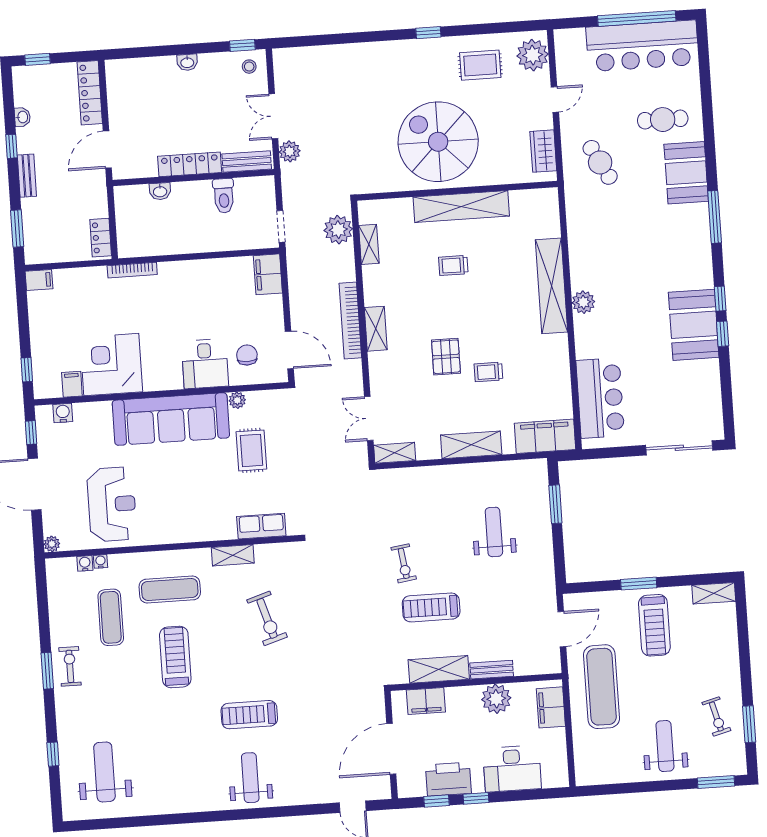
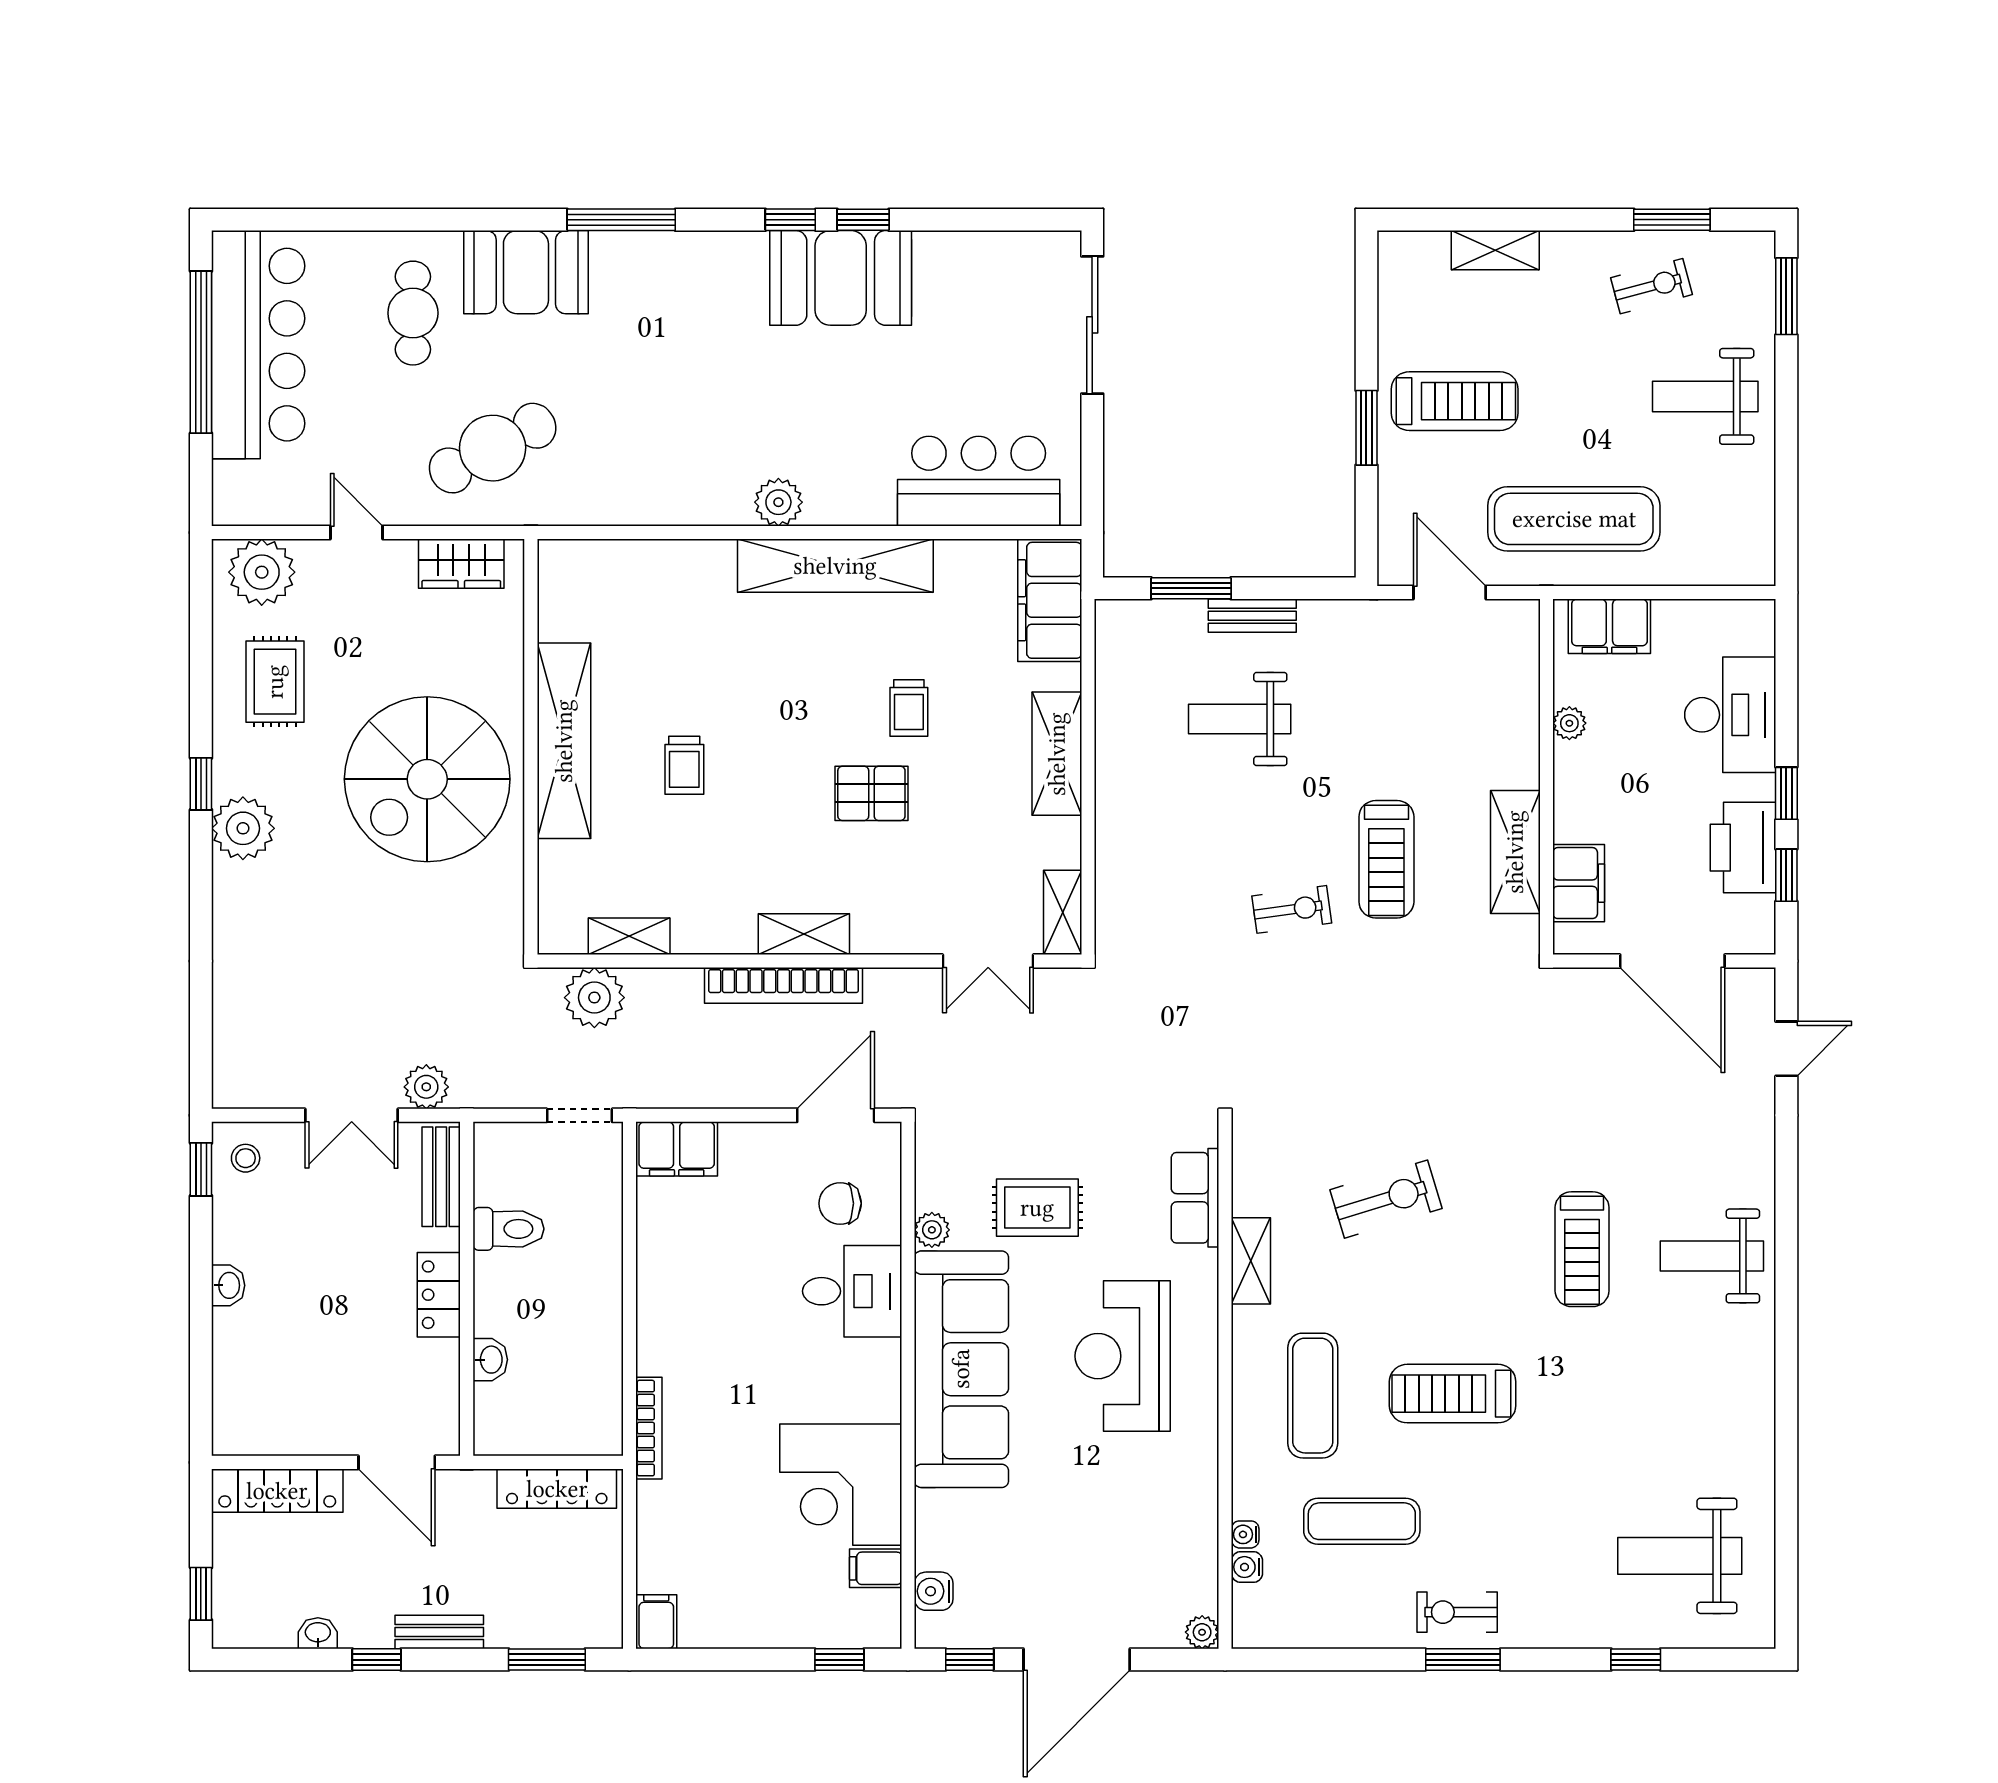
plant: (408, 54) -> (243, 828), added
cafe table: (600, 162) -> (493, 448), width x1.37, depth x1.35
locker: (190, 164) -> (439, 1295), width x0.66
locker: (101, 238) -> (557, 1489), width x1.53
shelving: (552, 286) -> (835, 566), moved
reception desk: (112, 504) -> (1123, 1356), moved, turned -90
shelving: (714, 593) -> (1495, 250), moved, turned 90
bench: (492, 670) -> (1252, 616), moved, turned 90
plant: (496, 699) -> (1569, 723), width x0.53, depth x0.53

